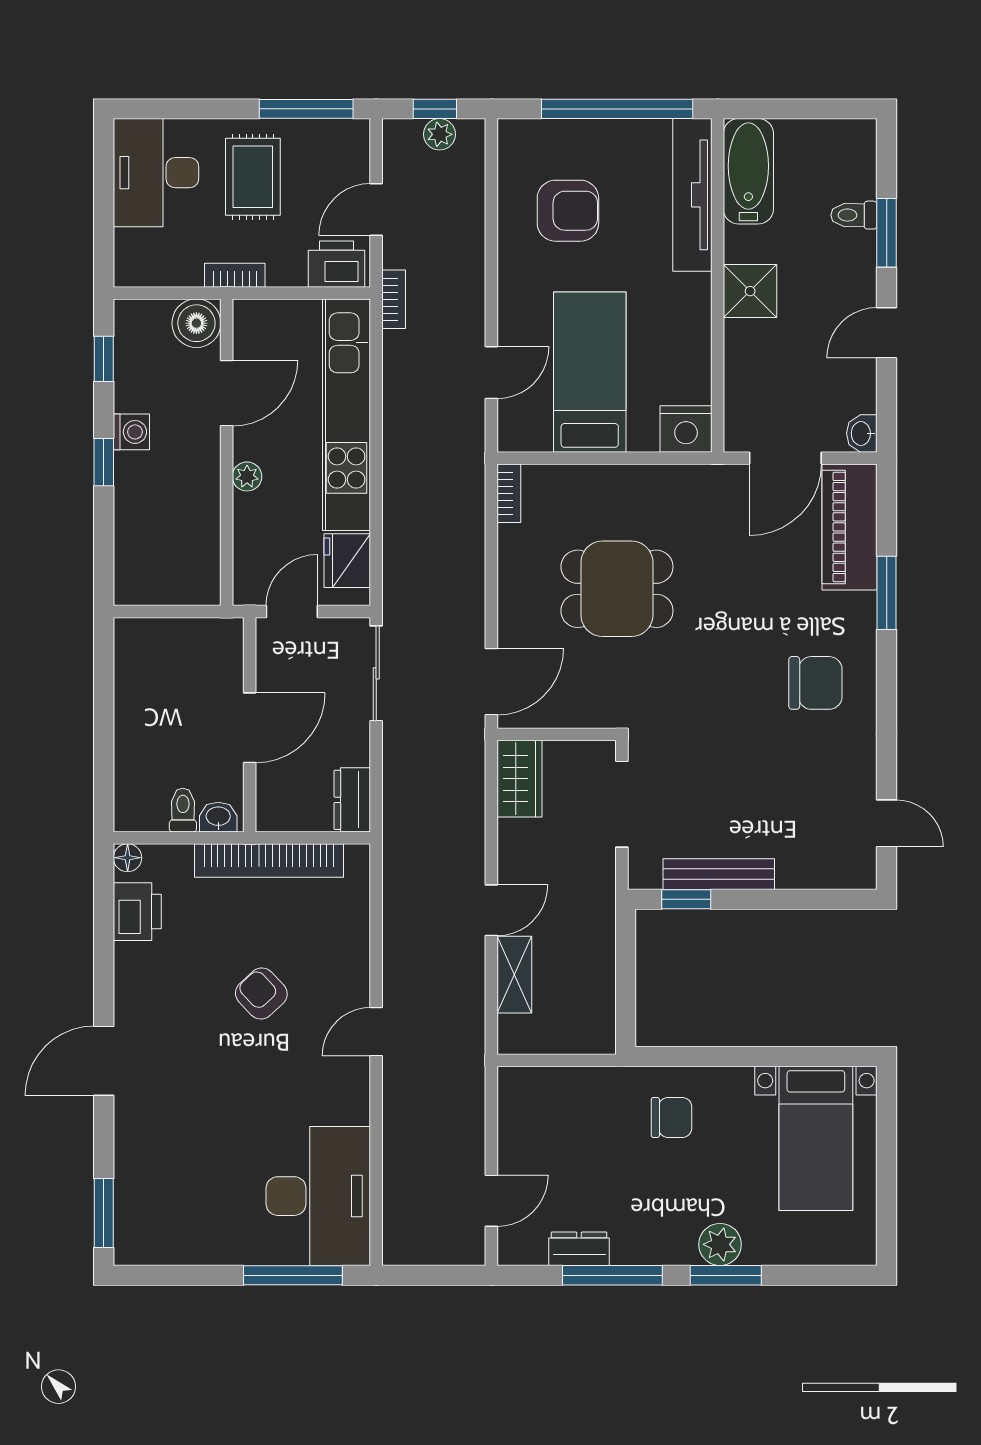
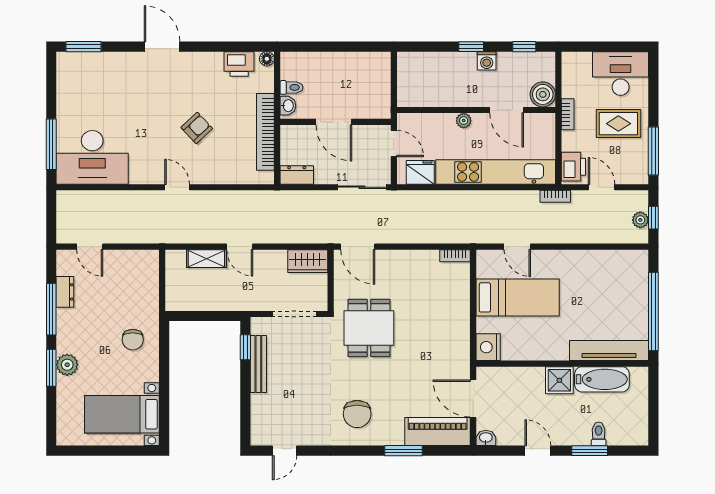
bathtub: (748, 171) -> (602, 379), moved
armchair: (568, 211) -> (601, 286), removed
dining table: (617, 589) -> (369, 328), moved

